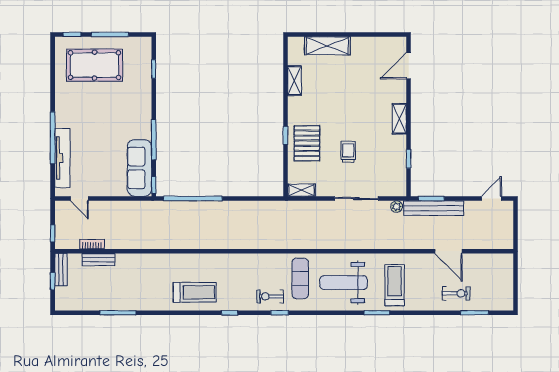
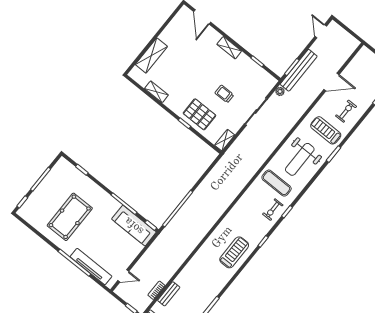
pool table: (95, 65) -> (70, 217), moved
exercise bike: (456, 293) -> (346, 111), moved

